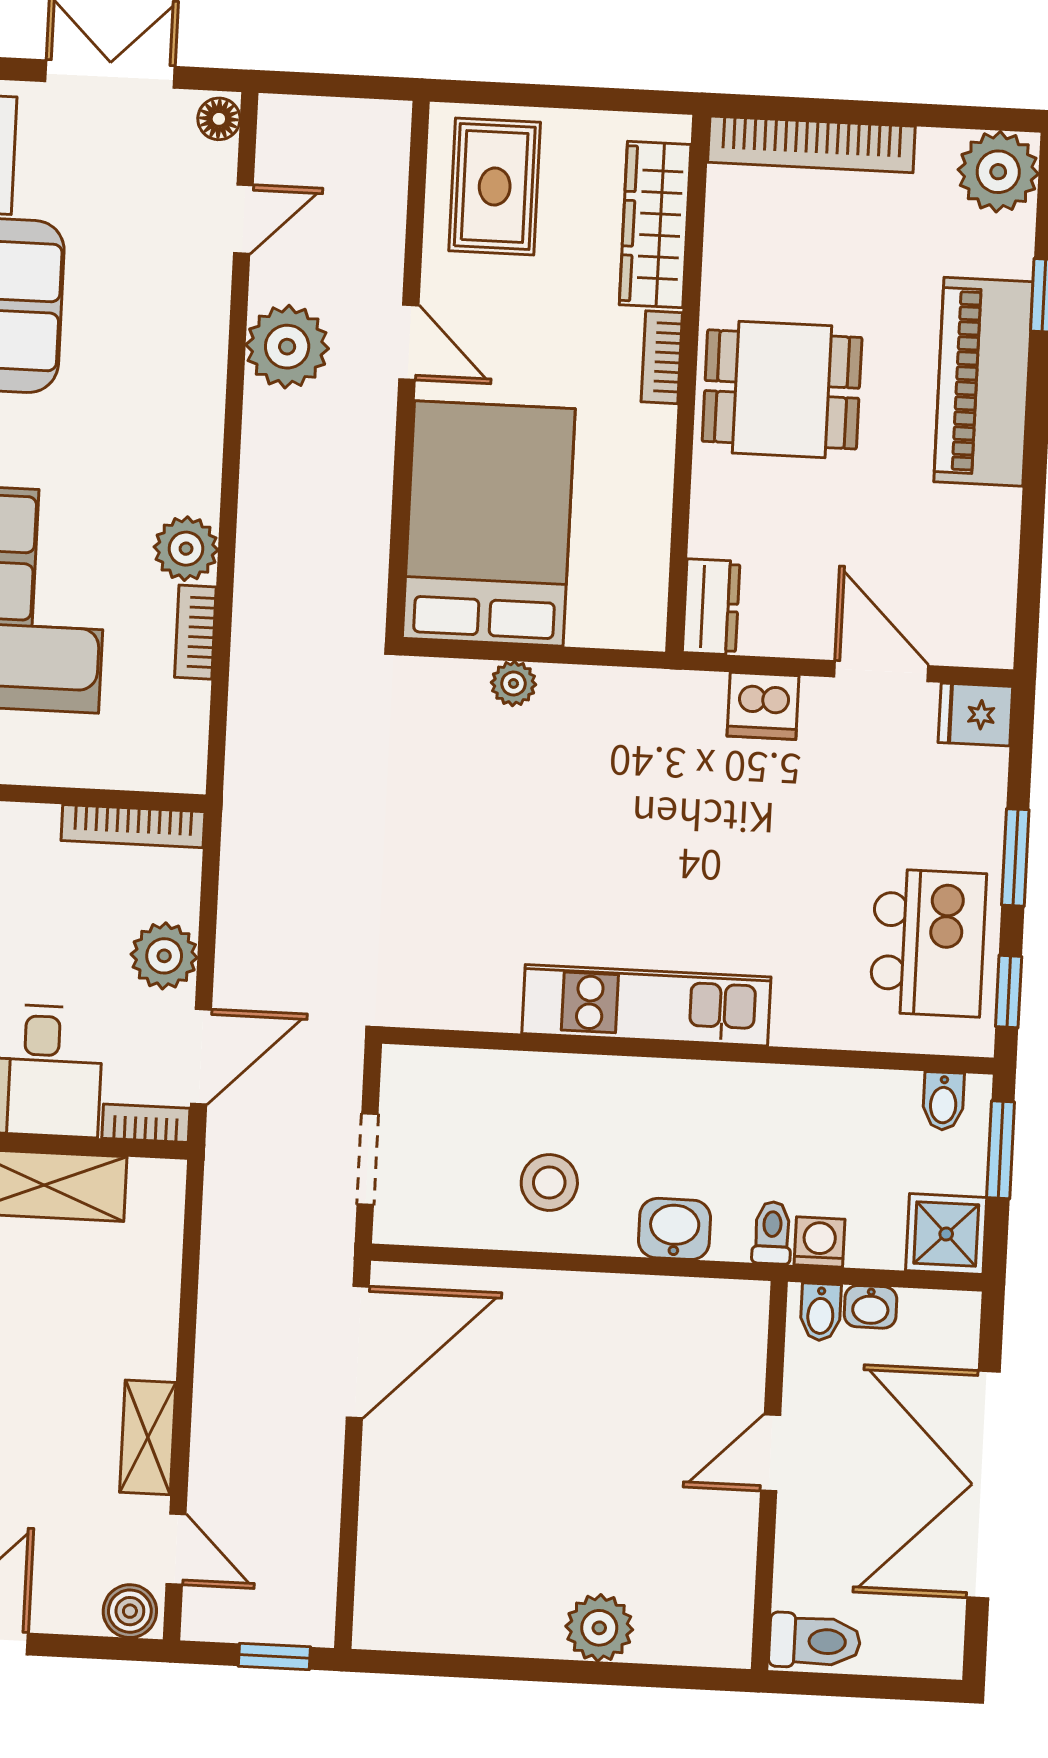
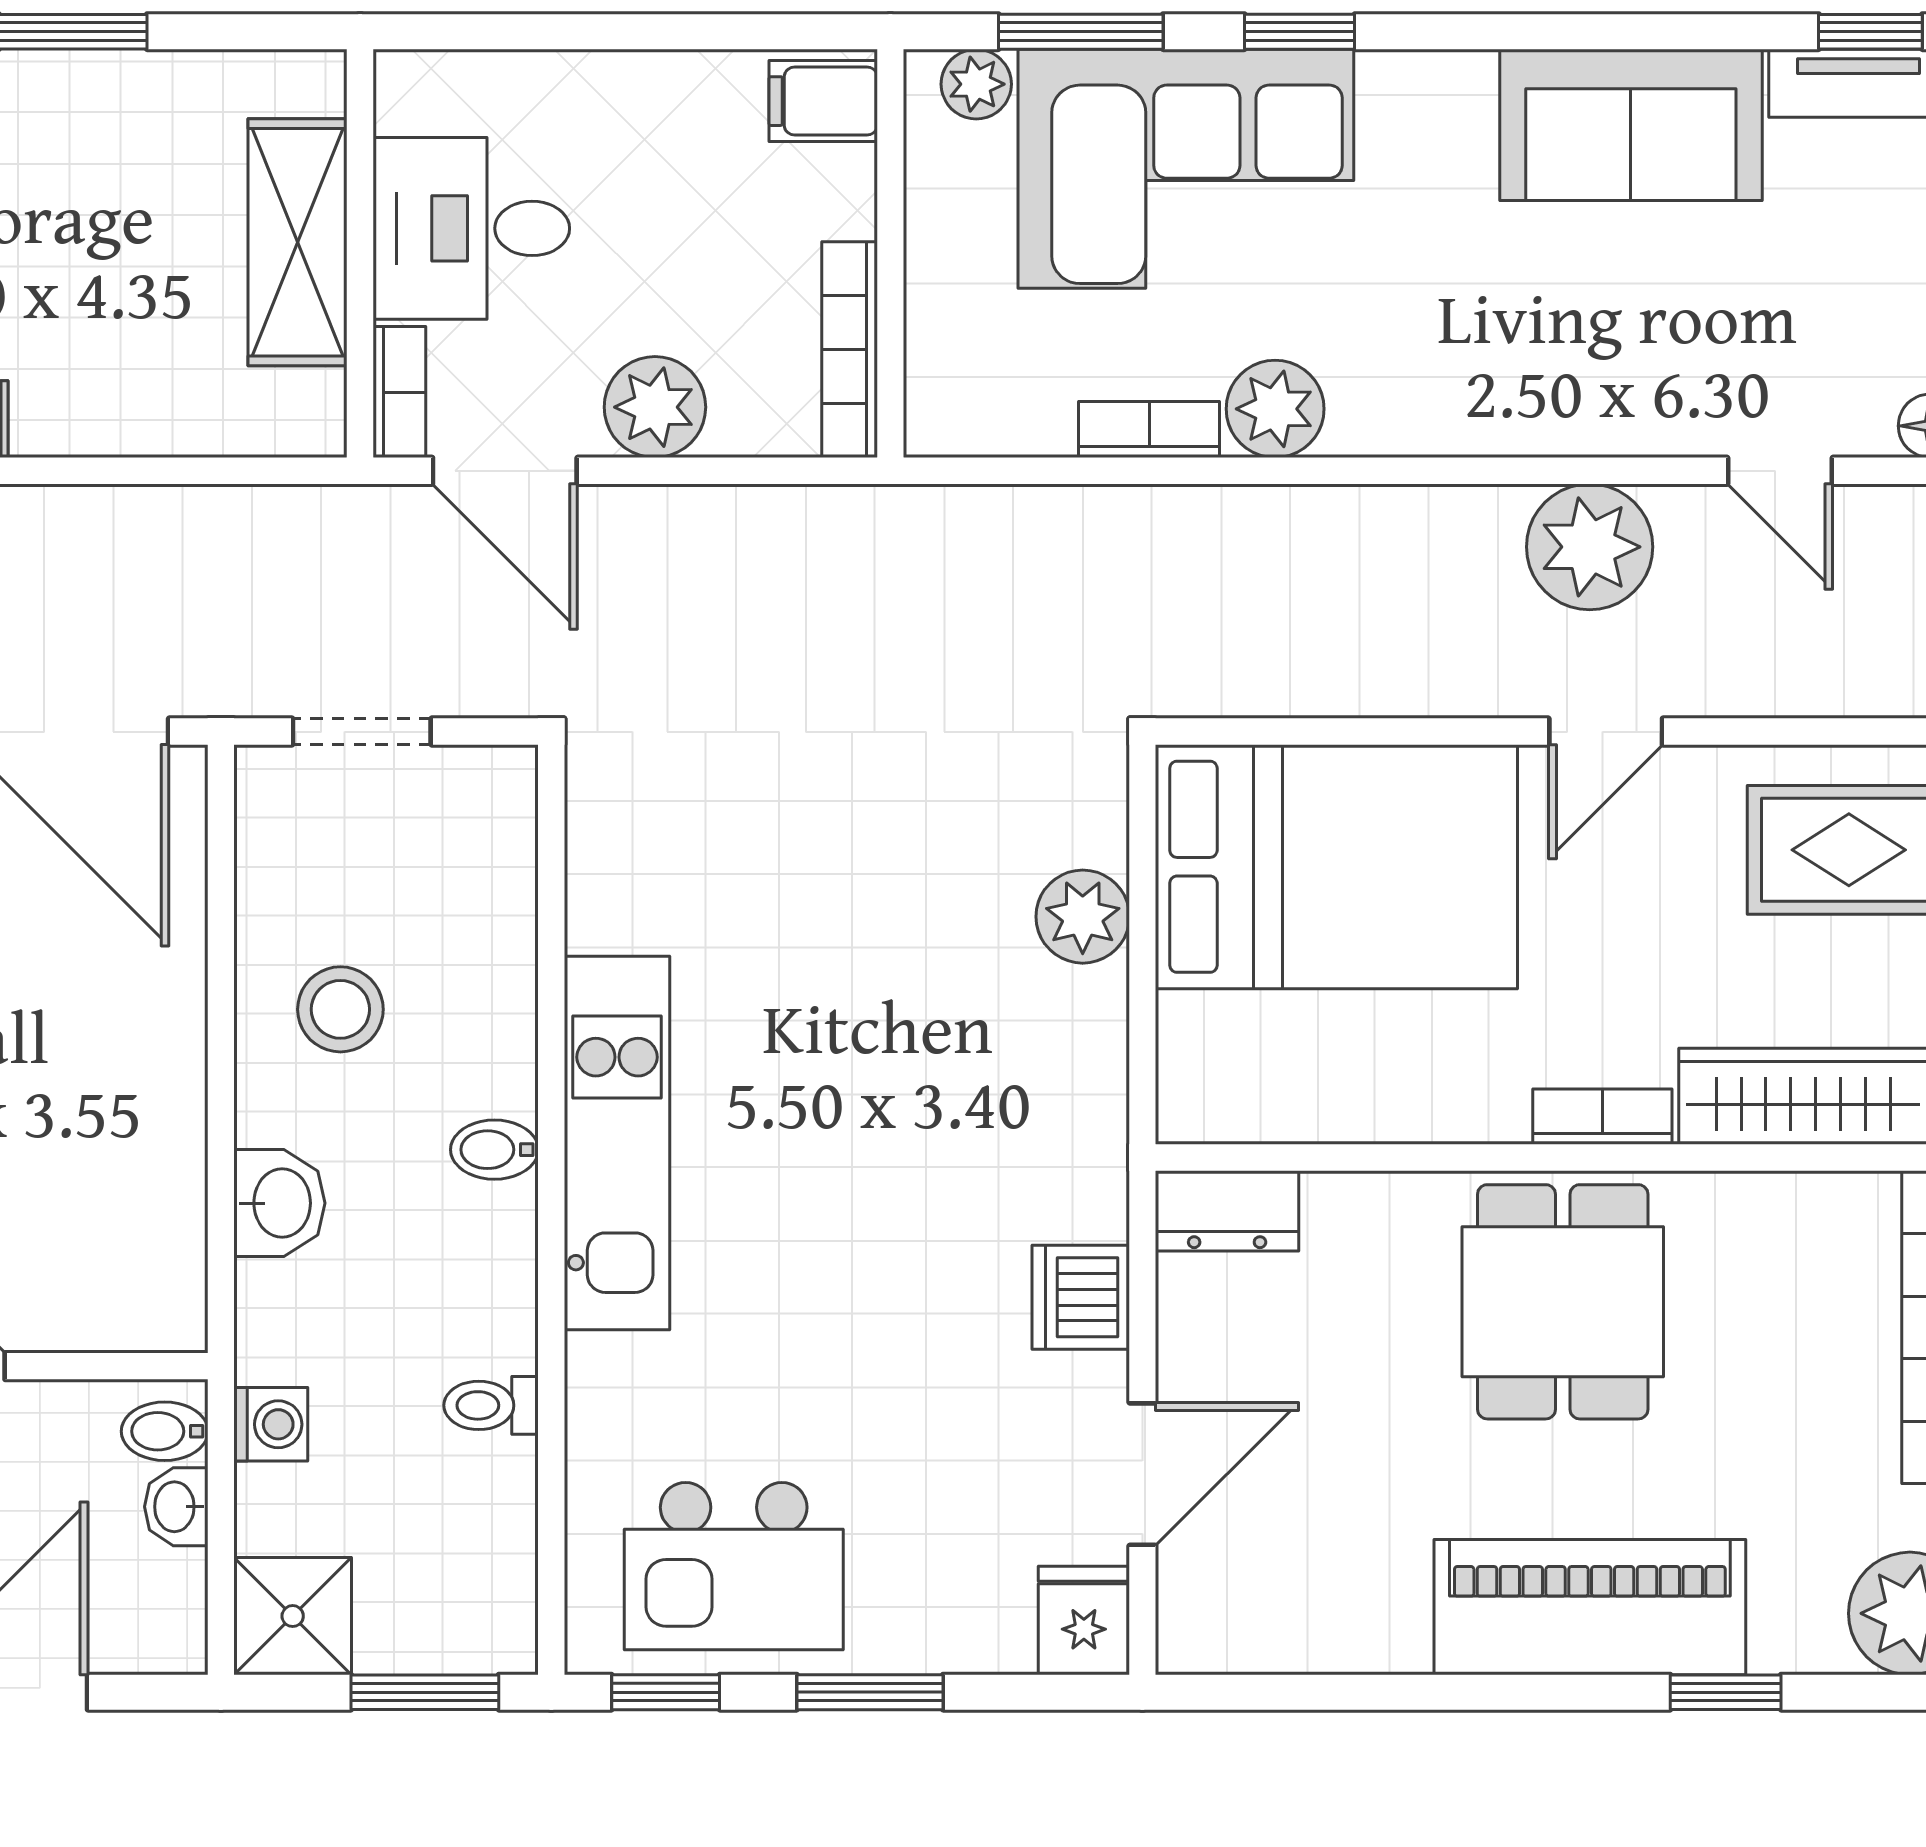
plant: (514, 683) -> (1083, 917), width x1.38, depth x1.38
bidet: (943, 1101) -> (494, 1150), moved
toilet: (772, 1233) -> (491, 1405), moved, turned 180

